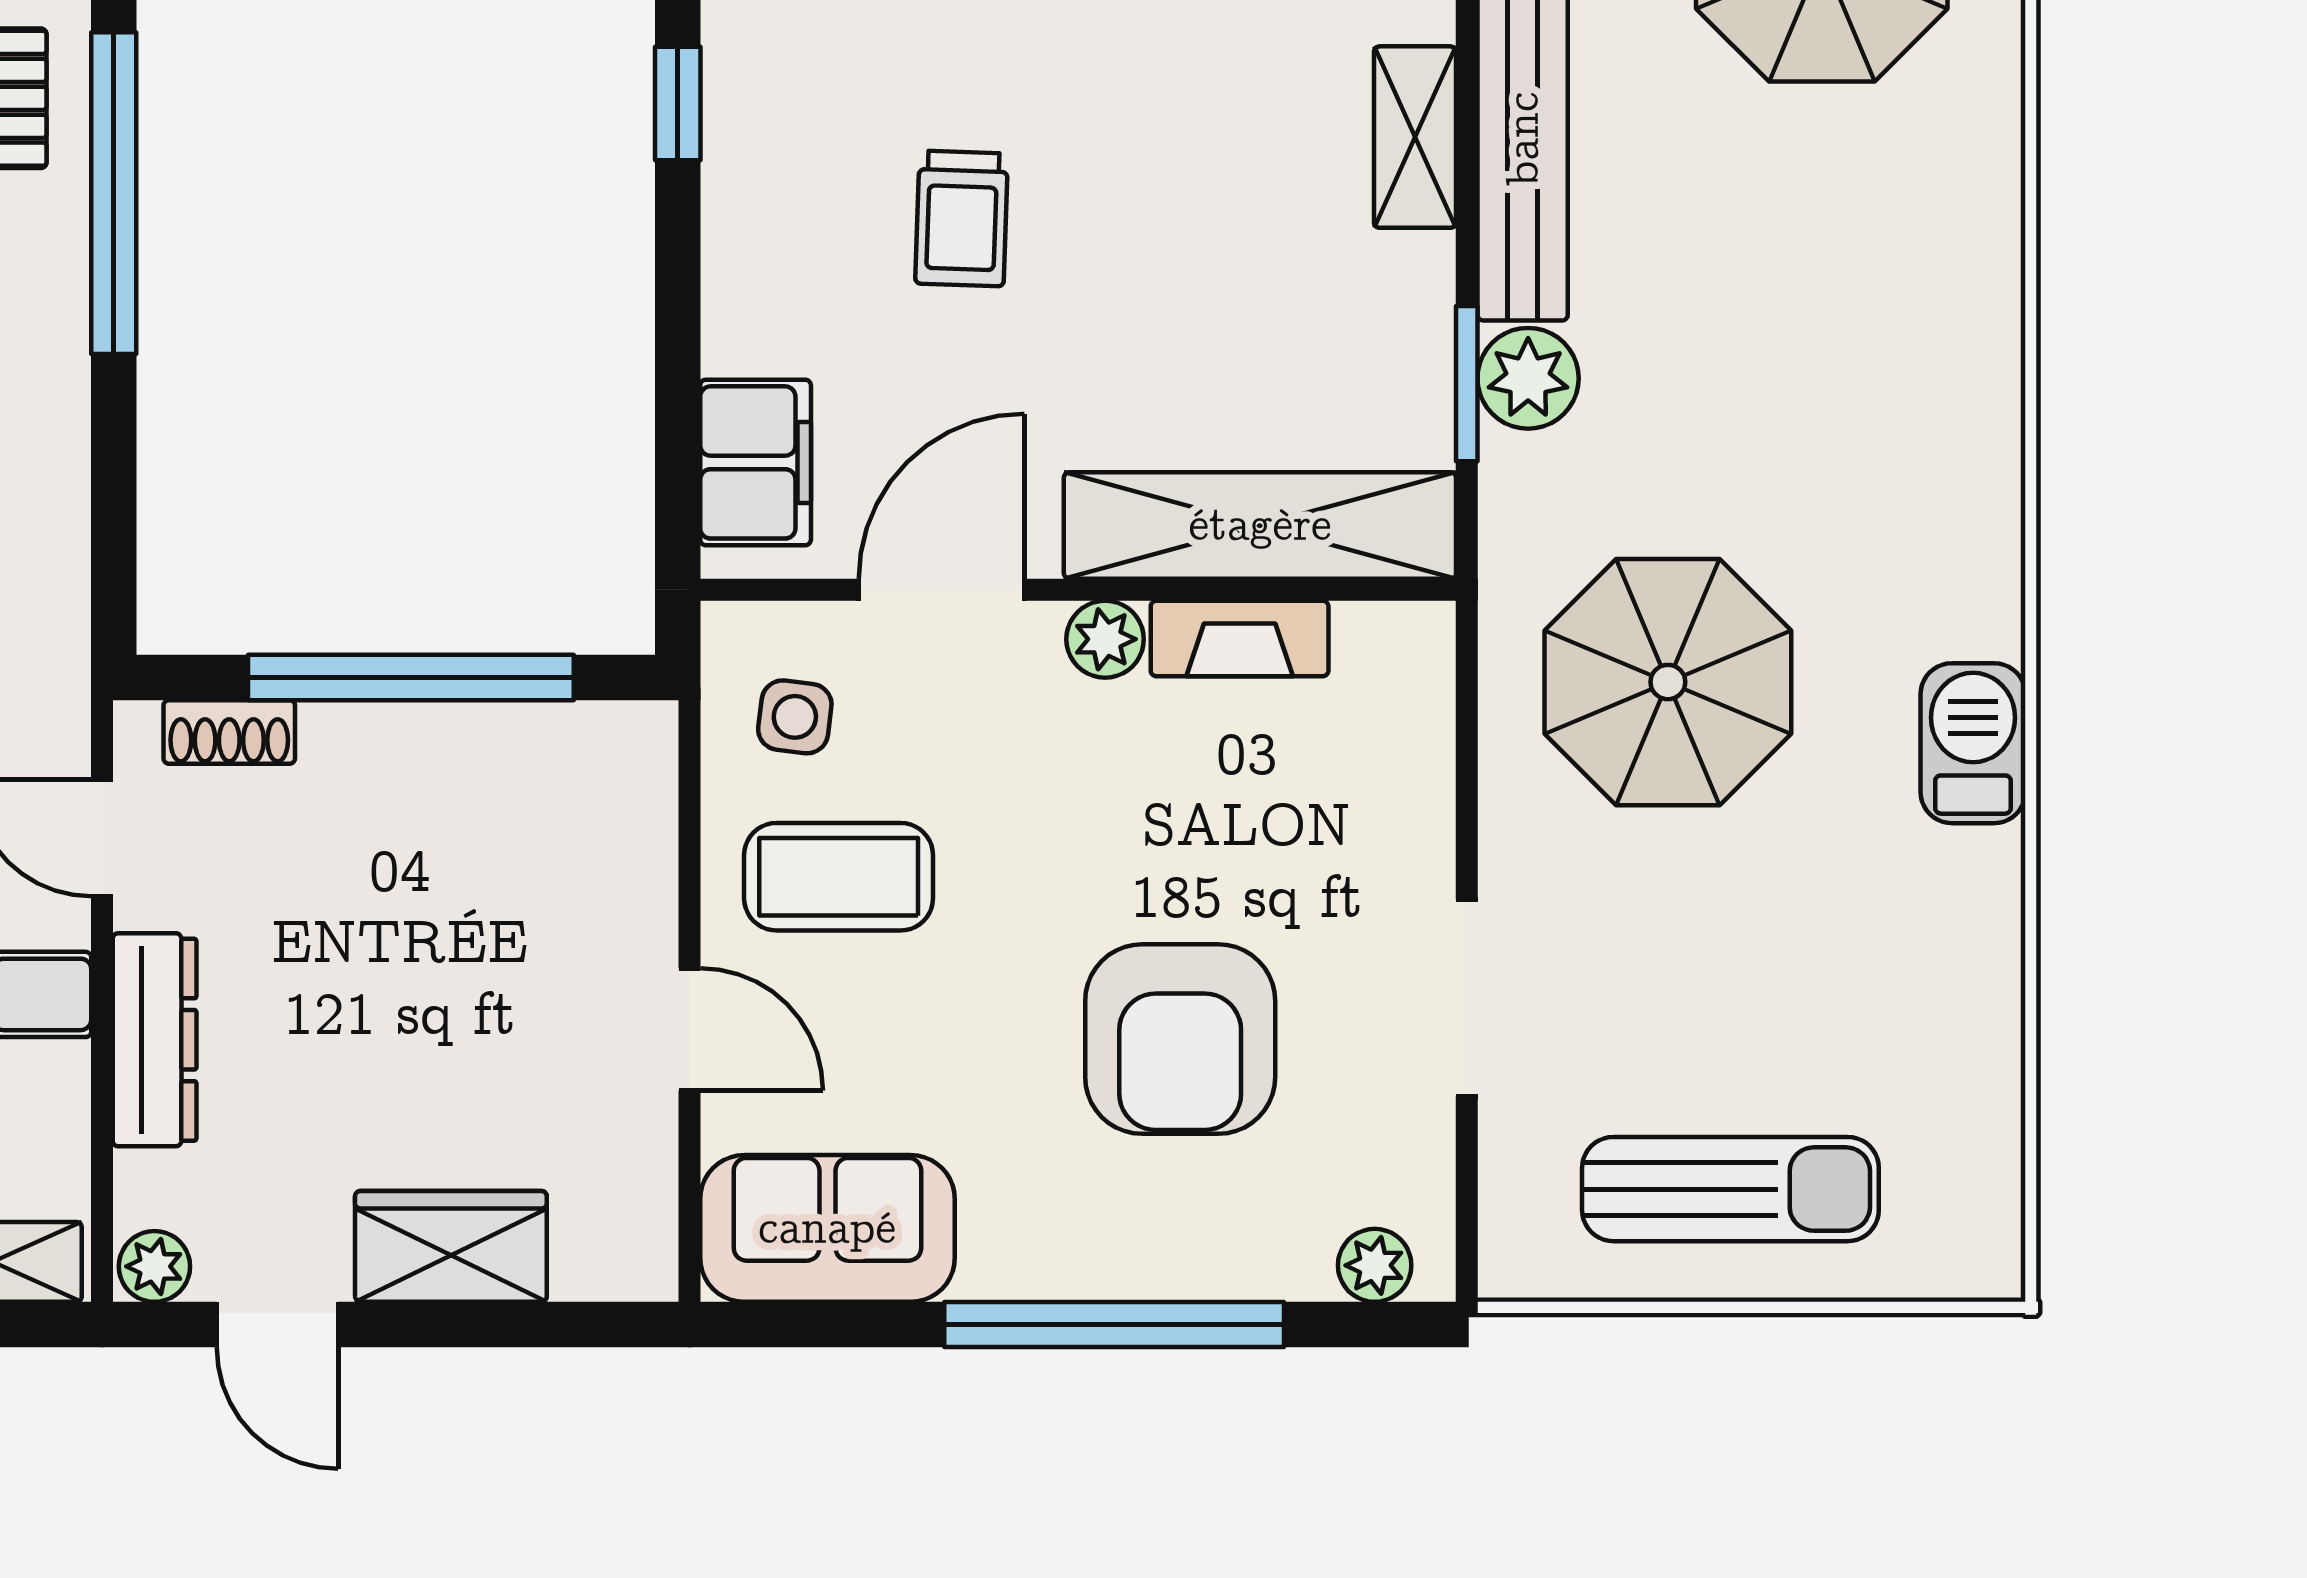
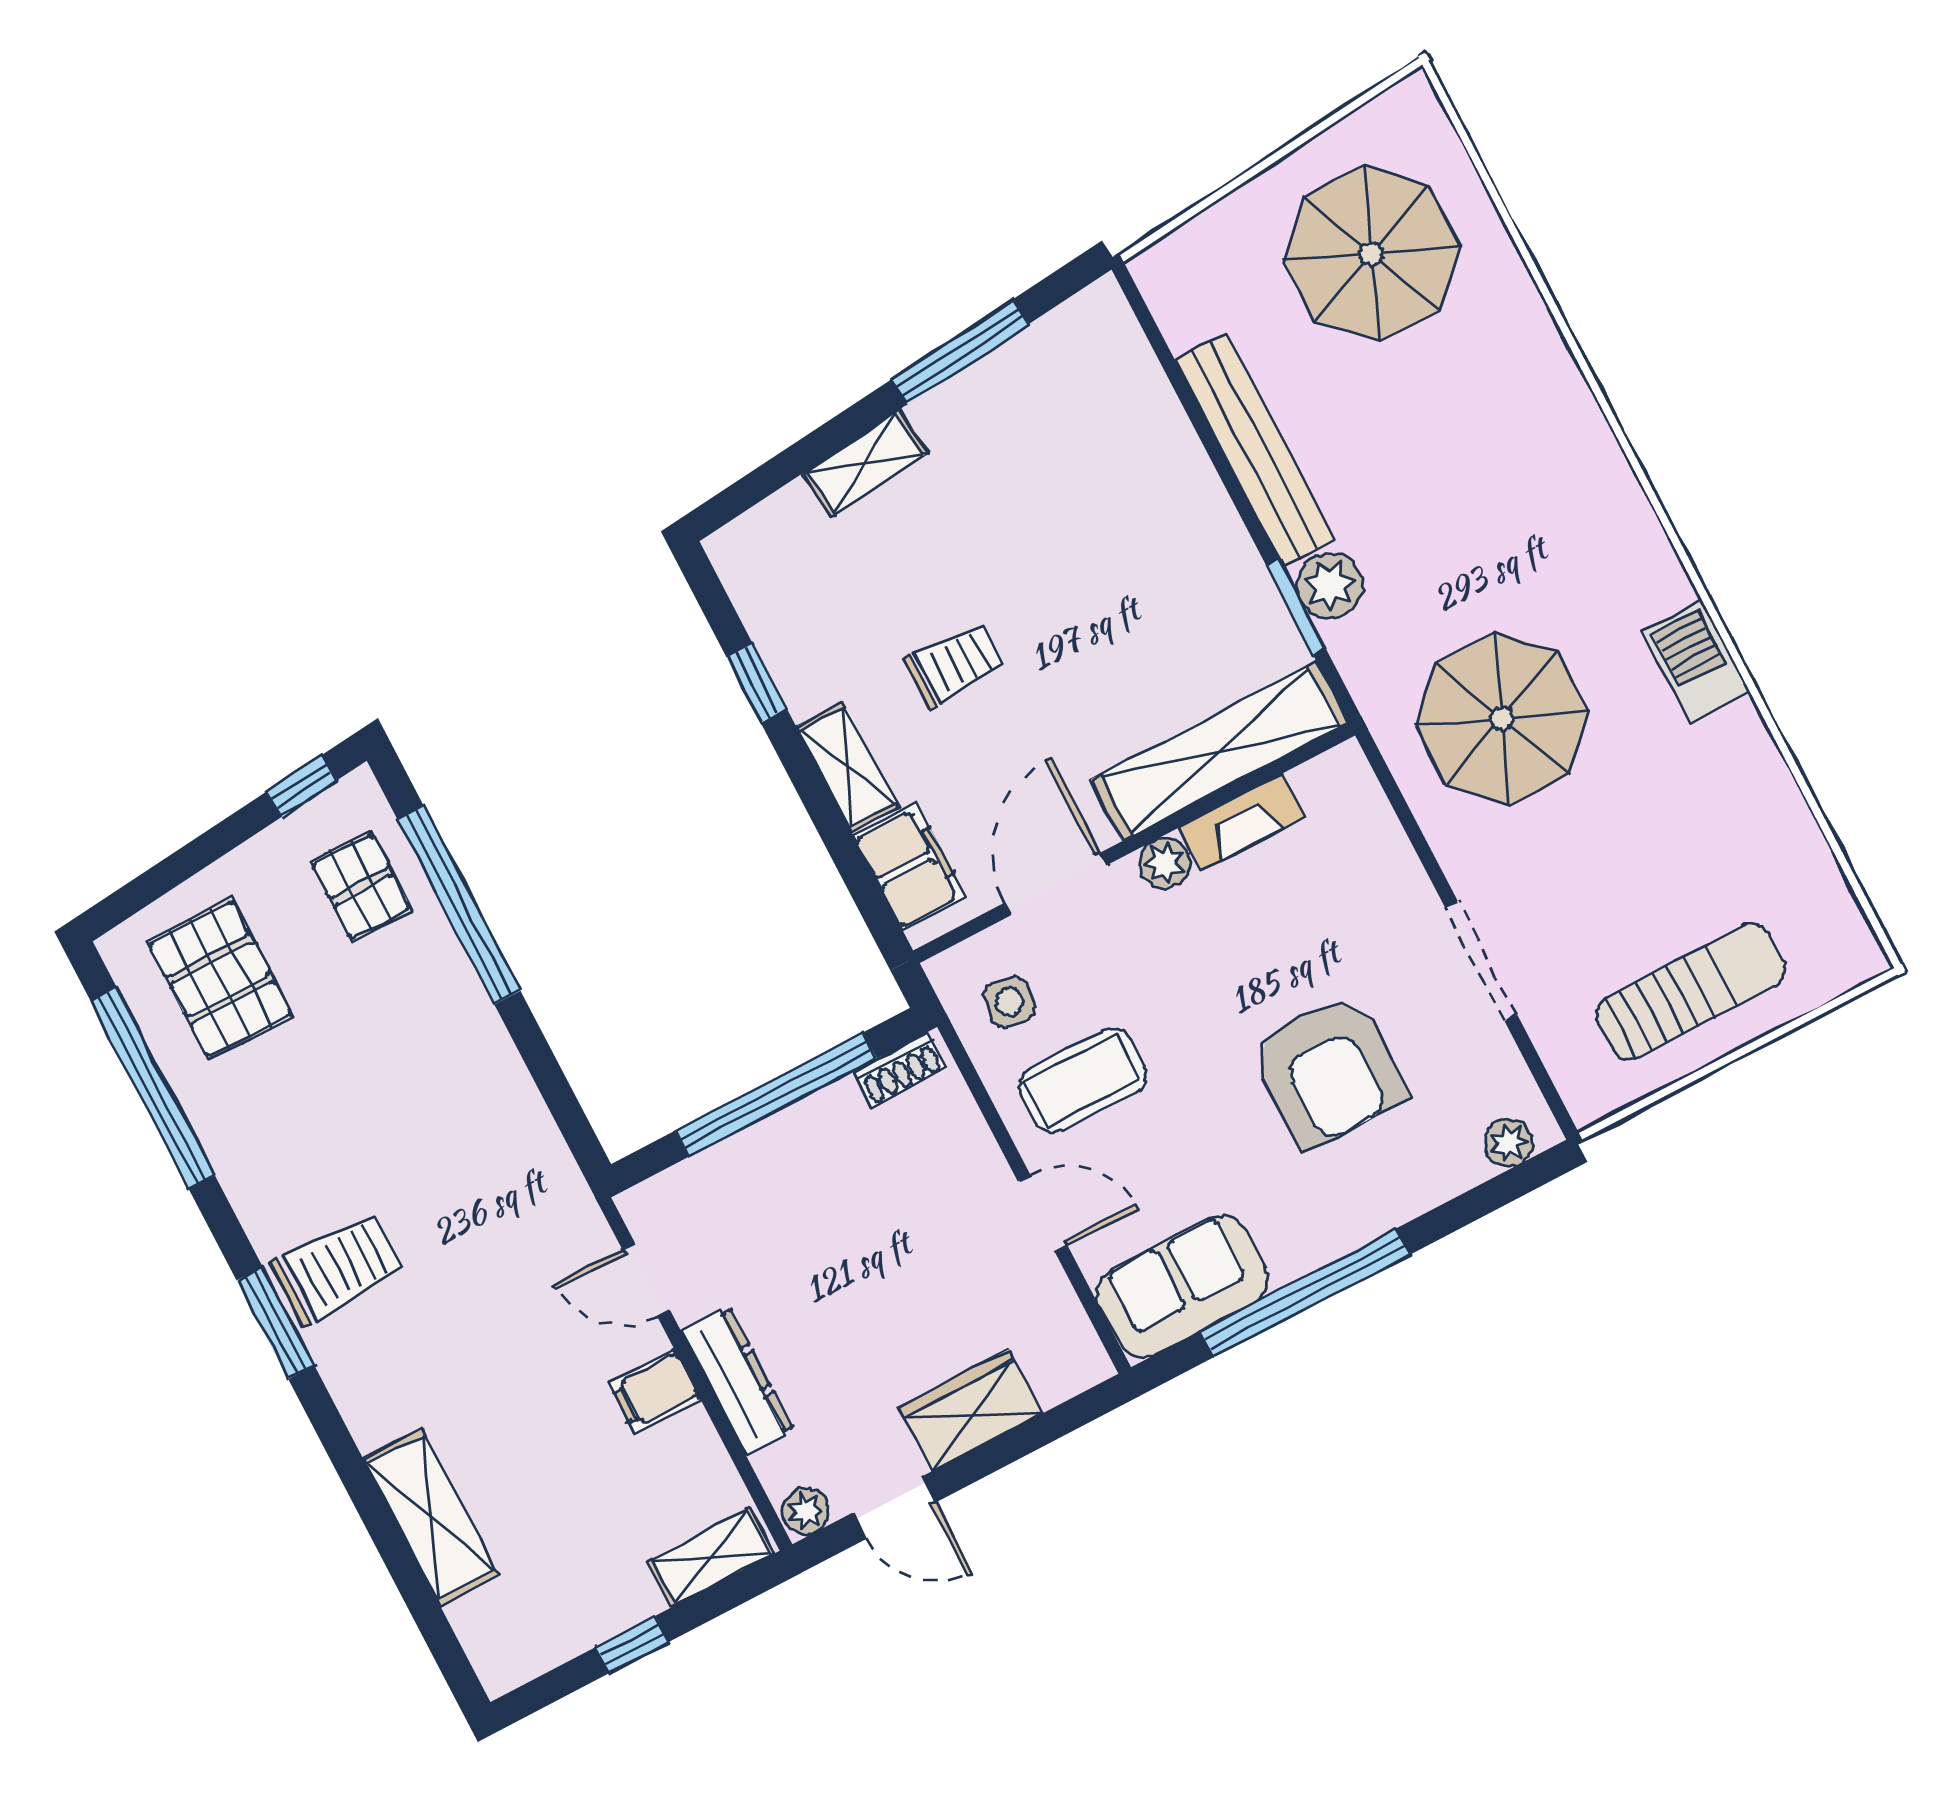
shelving: (1415, 137) -> (847, 767), moved
trolley: (962, 218) -> (955, 664), turned -92
shoe rack: (229, 732) -> (900, 1070), moved
window: (1114, 1325) -> (1305, 1293), moved

